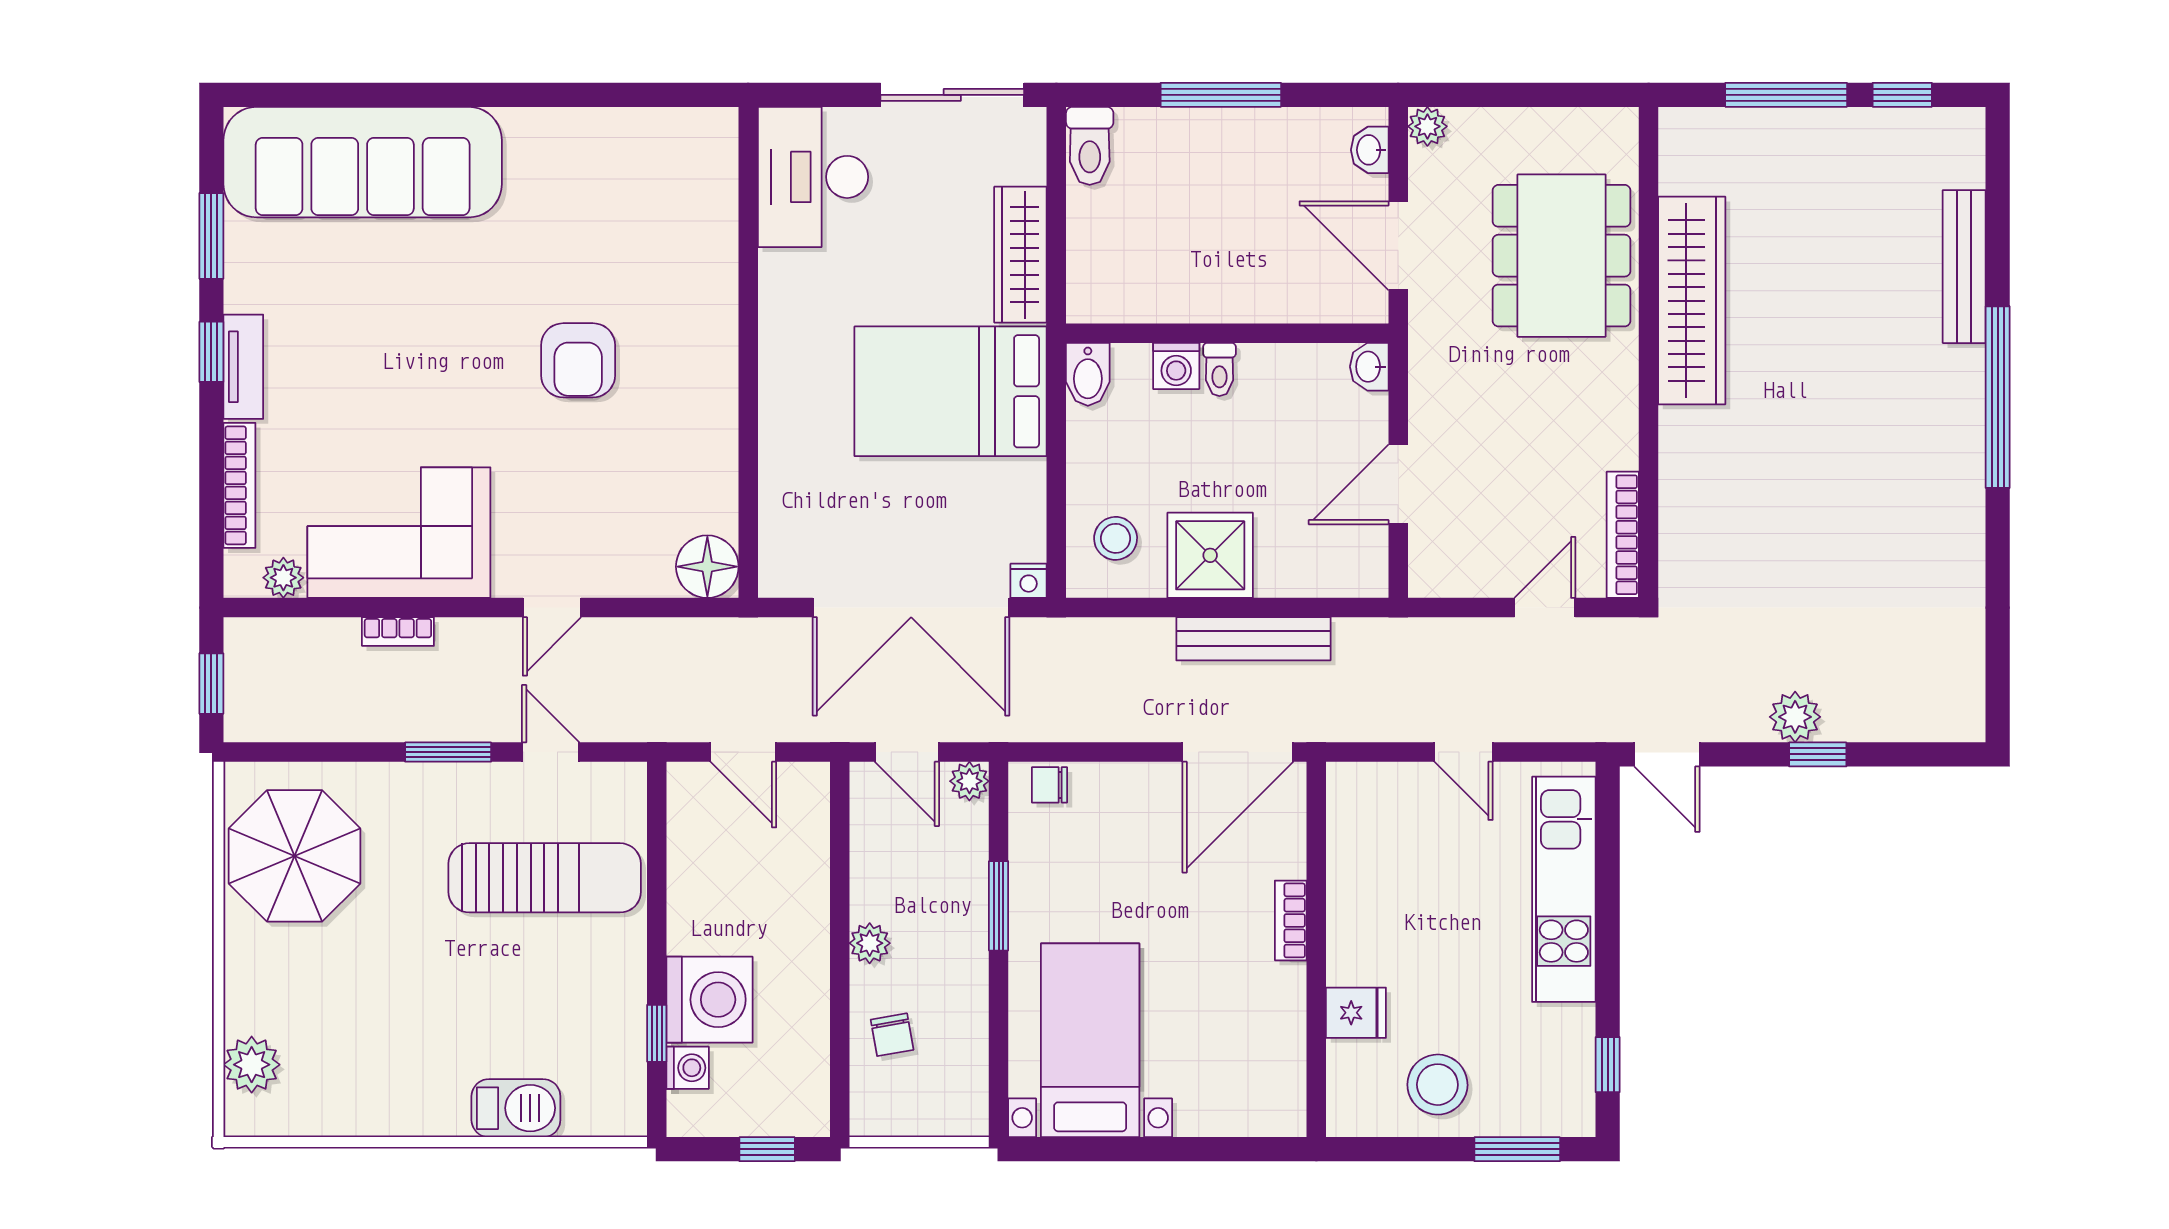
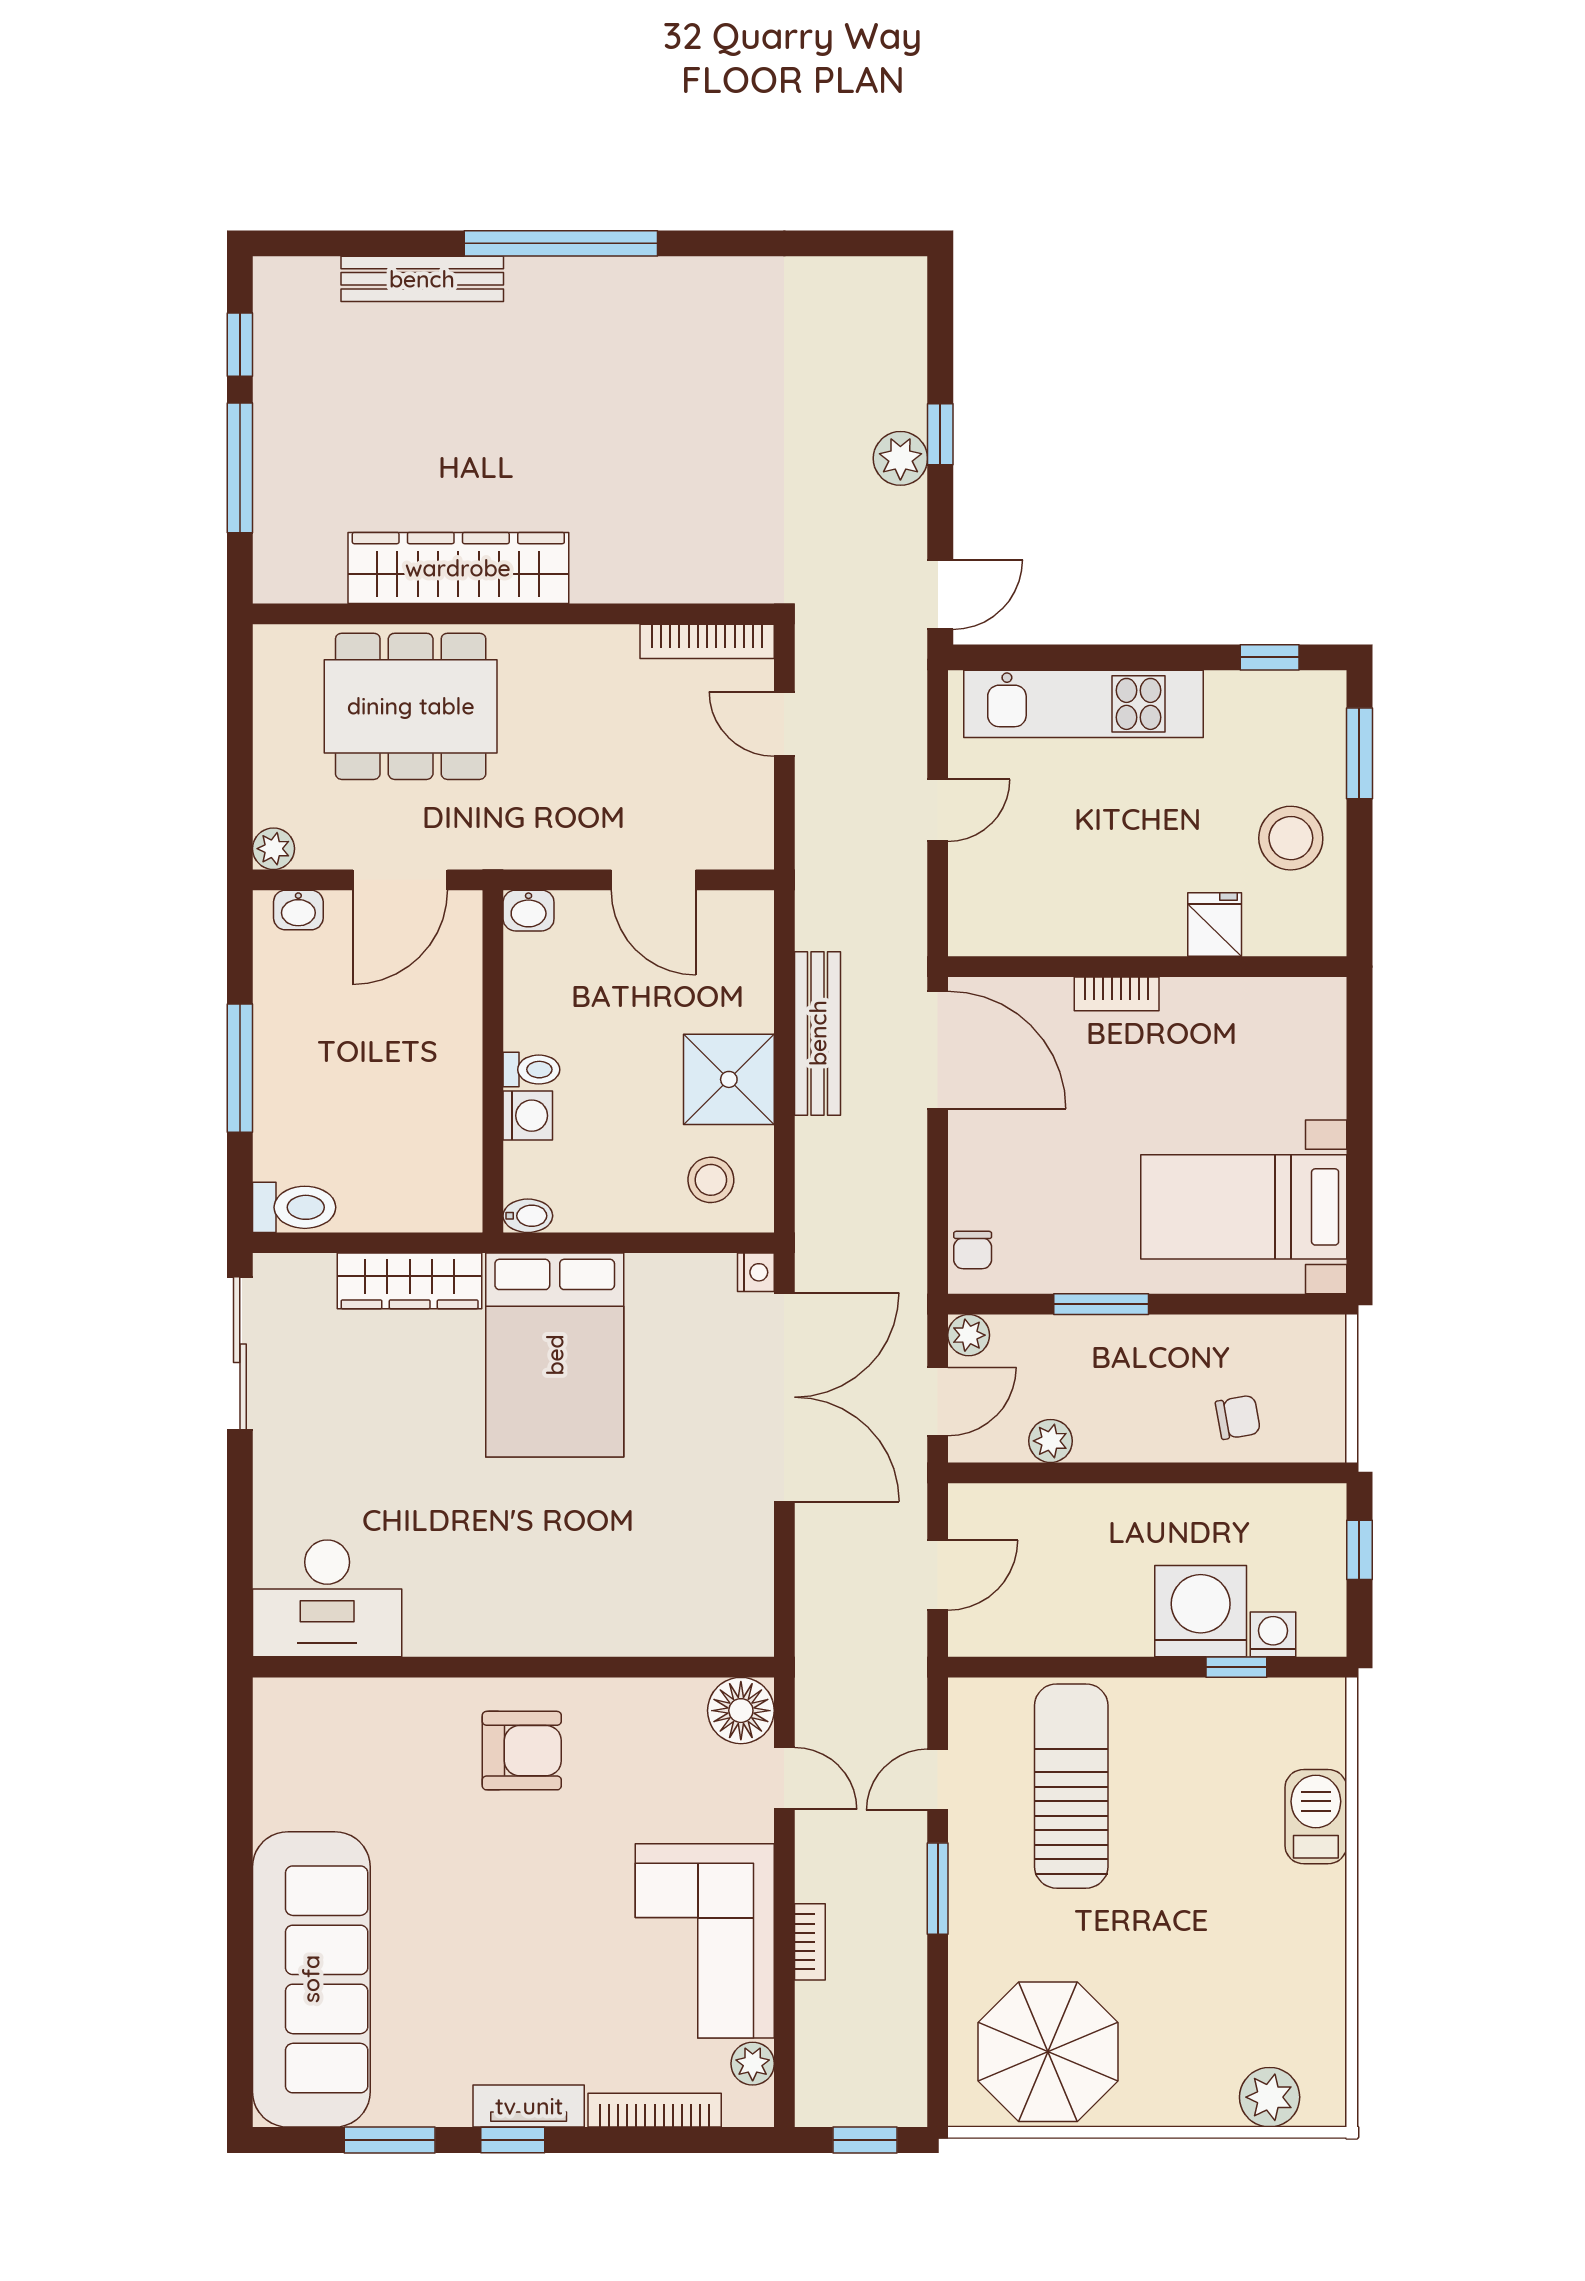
desk: (813, 177) -> (327, 1598), moved
wall: (748, 352) -> (513, 1667), moved
bidet: (1088, 374) -> (528, 1216), width x0.72, depth x0.74
floor lamp: (707, 567) -> (741, 1711), moved
plant: (870, 943) -> (1051, 1441), moved

